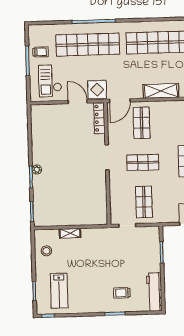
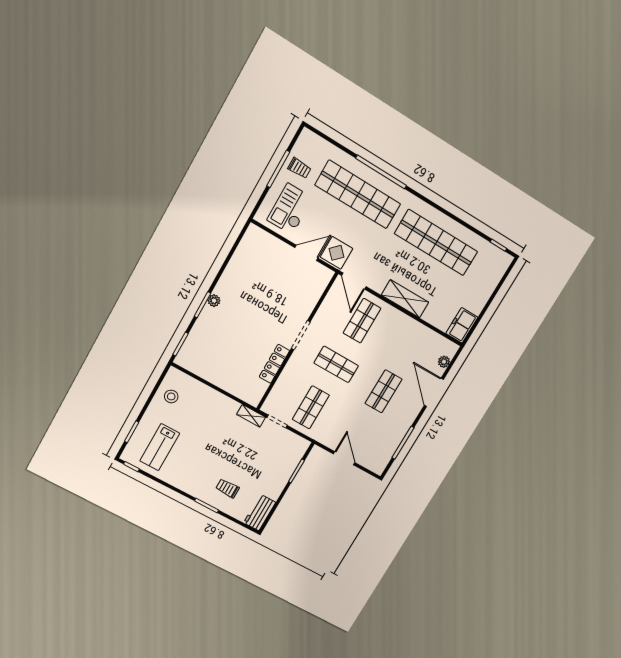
door: (120, 101) -> (354, 281), hinge flipped
door: (78, 102) -> (306, 253), hinge flipped
locker: (99, 118) -> (274, 364), moved
shelving: (70, 233) -> (251, 416), moved
workbench: (154, 292) -> (260, 513), width x0.73

